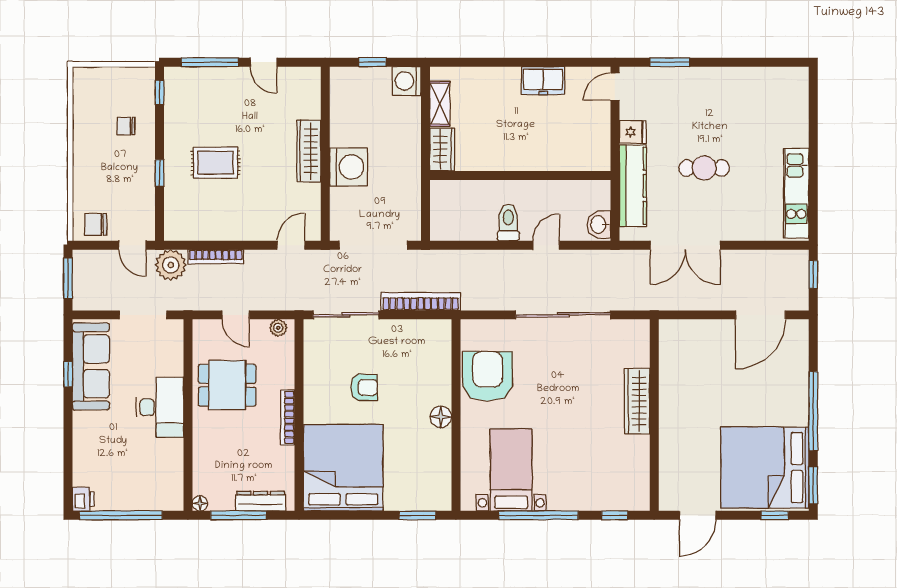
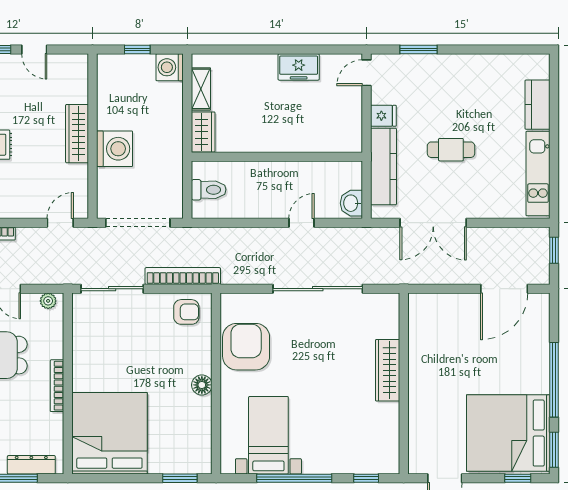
kitchen counter: (796, 120) -> (538, 105), added
toilet: (508, 223) -> (209, 190), moved, turned 90
armchair: (364, 387) -> (186, 312), moved

